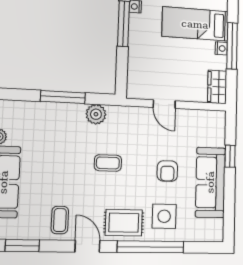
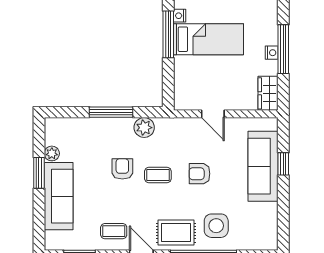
bed: (195, 24) -> (208, 39), moved, turned 180
armchair: (72, 155) -> (122, 169), added
armchair: (167, 171) -> (200, 174), moved, turned 90
sofa: (210, 182) -> (263, 166), moved
coffee table: (60, 220) -> (114, 231), turned 90

